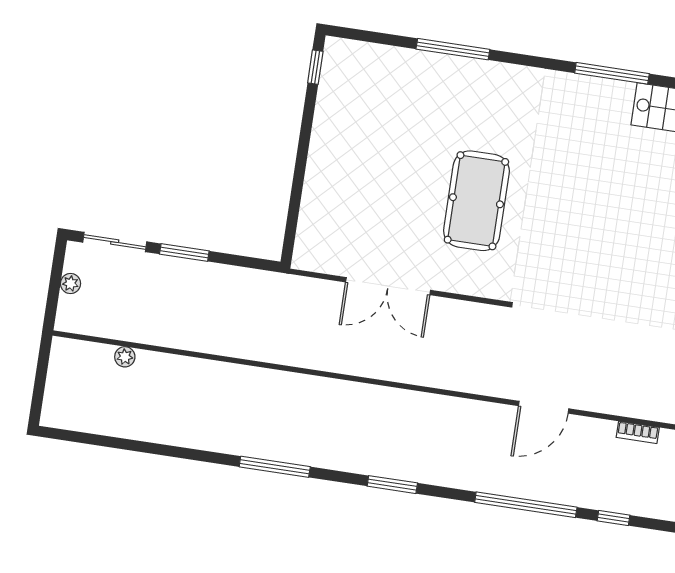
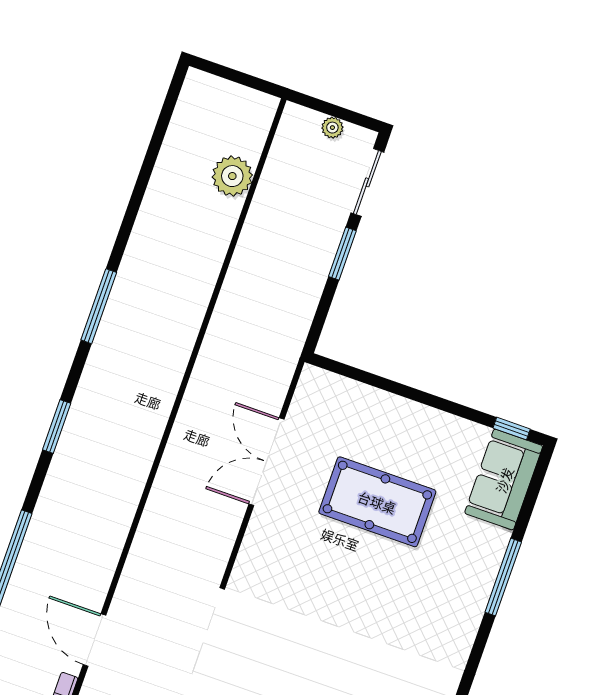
sofa: (363, 66) -> (504, 480), added
pool table: (476, 201) -> (377, 502), moved
plant: (125, 357) -> (232, 176), width x1.88, depth x1.88
door: (544, 407) -> (94, 640), moved

